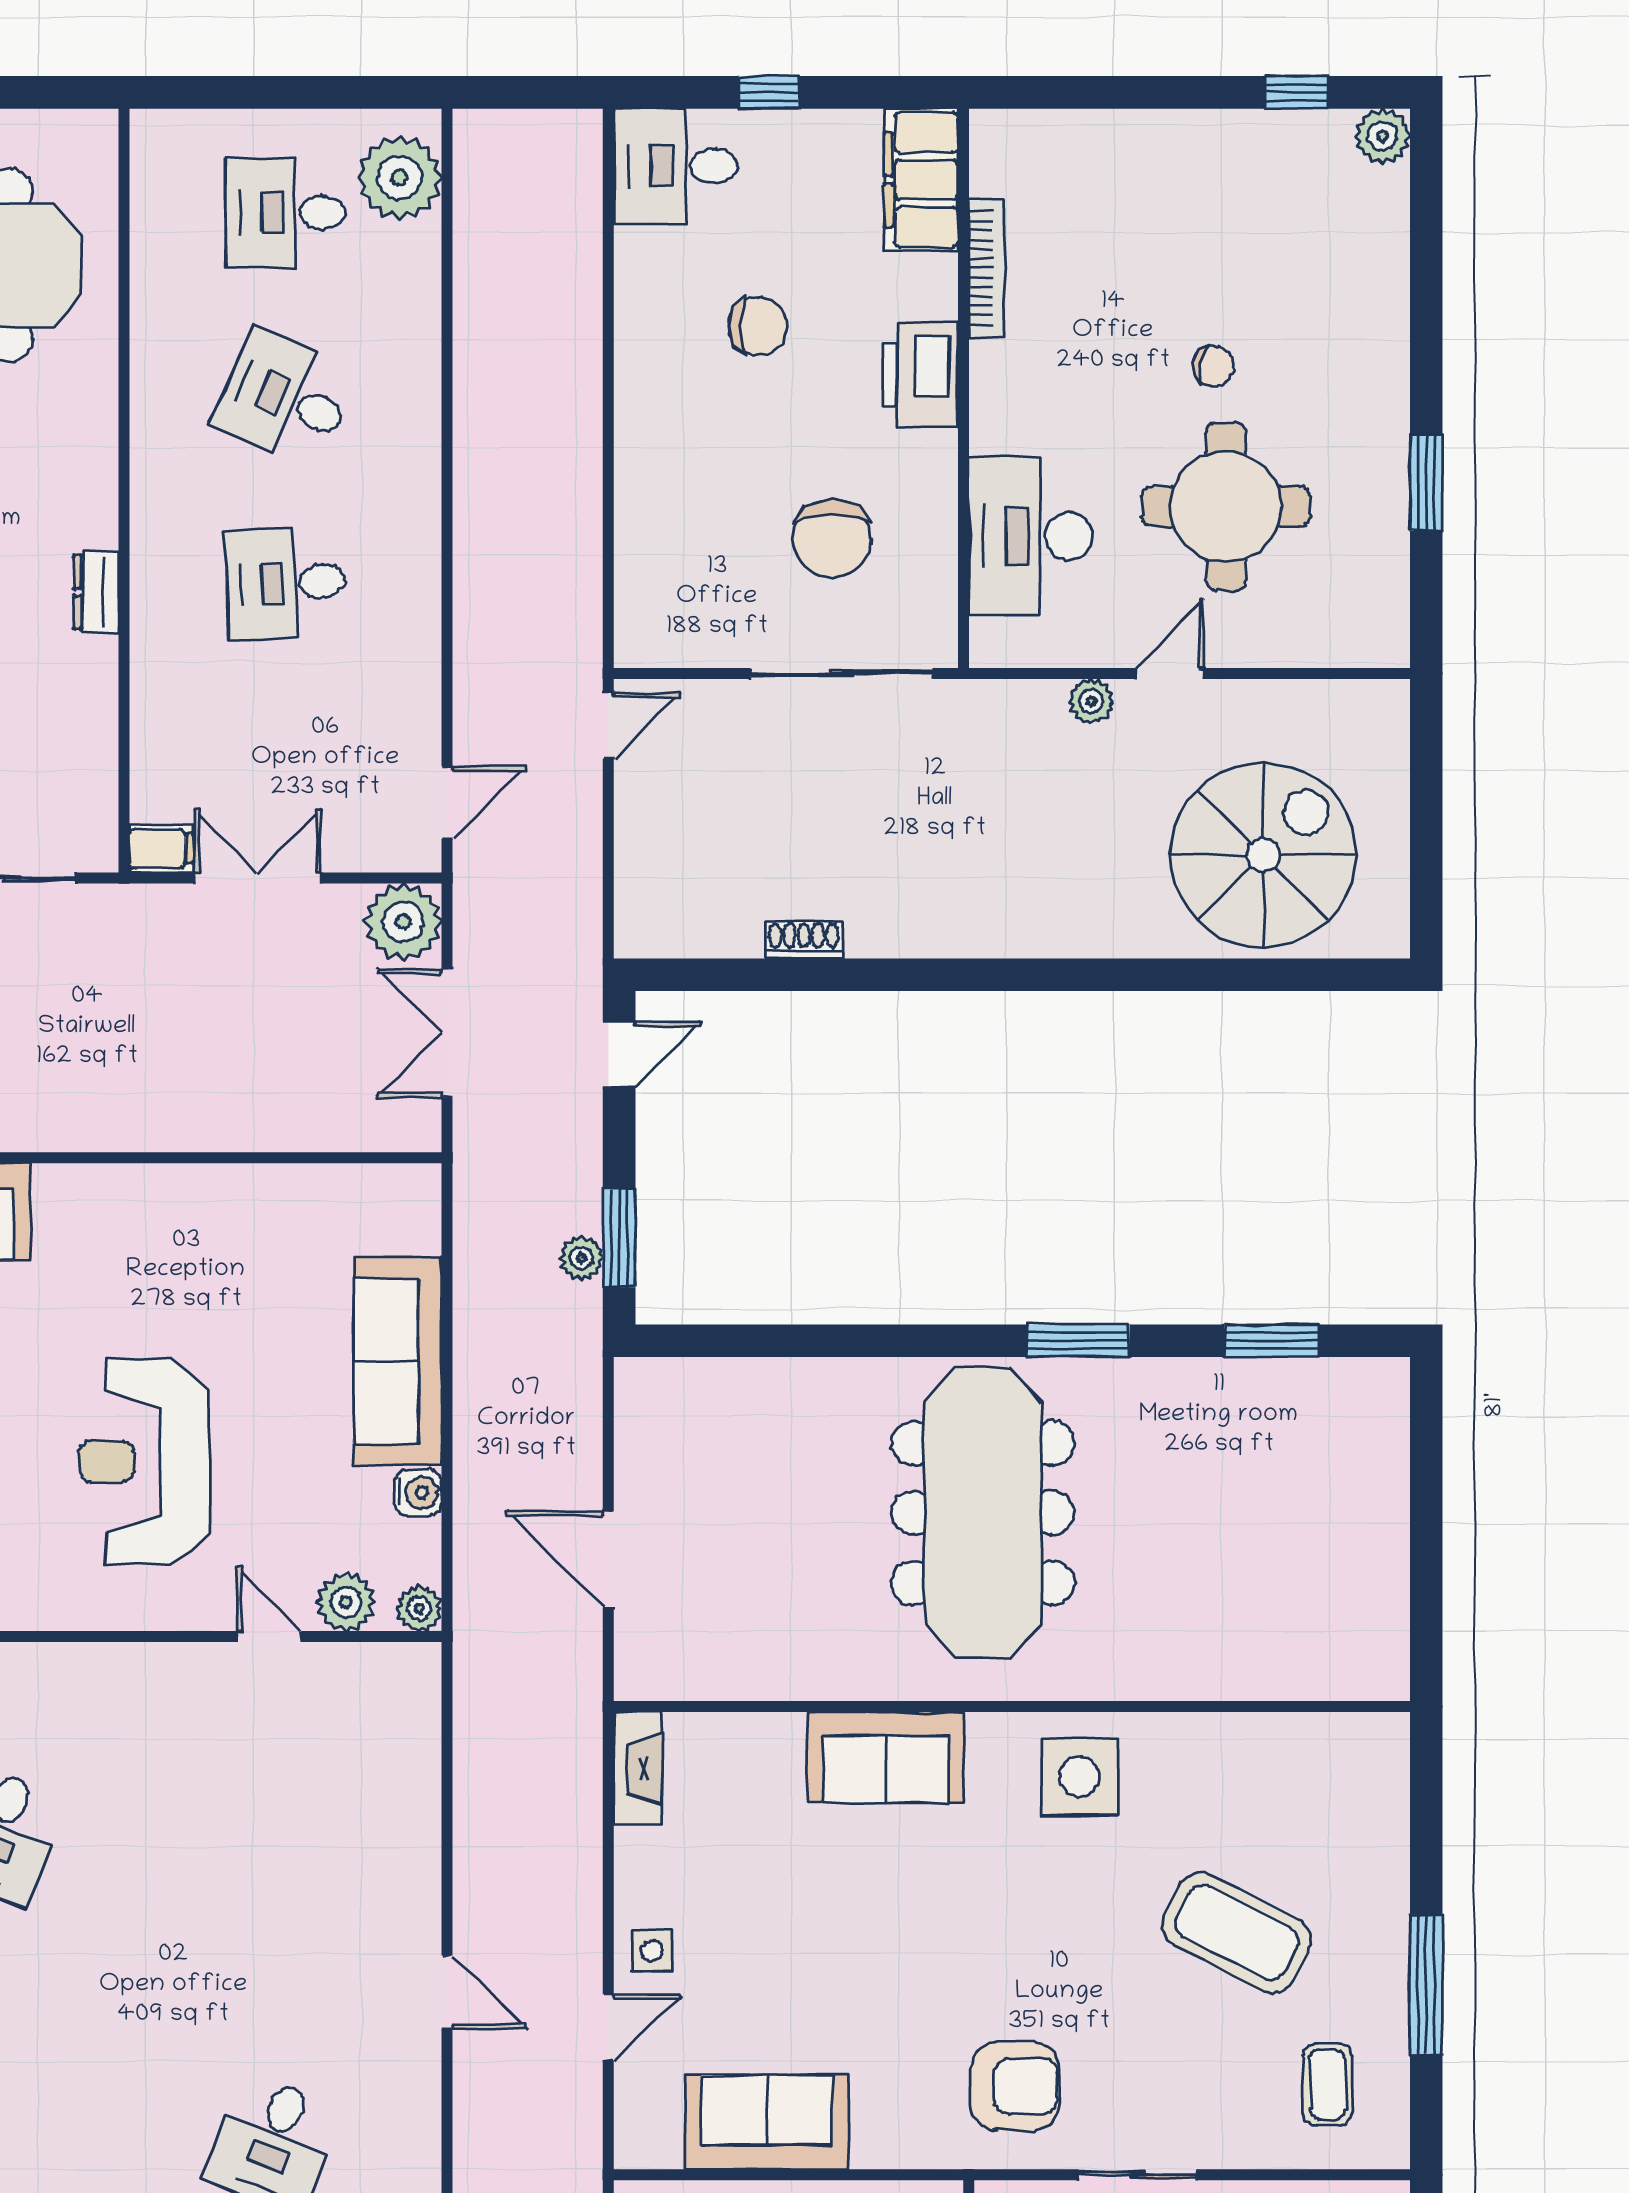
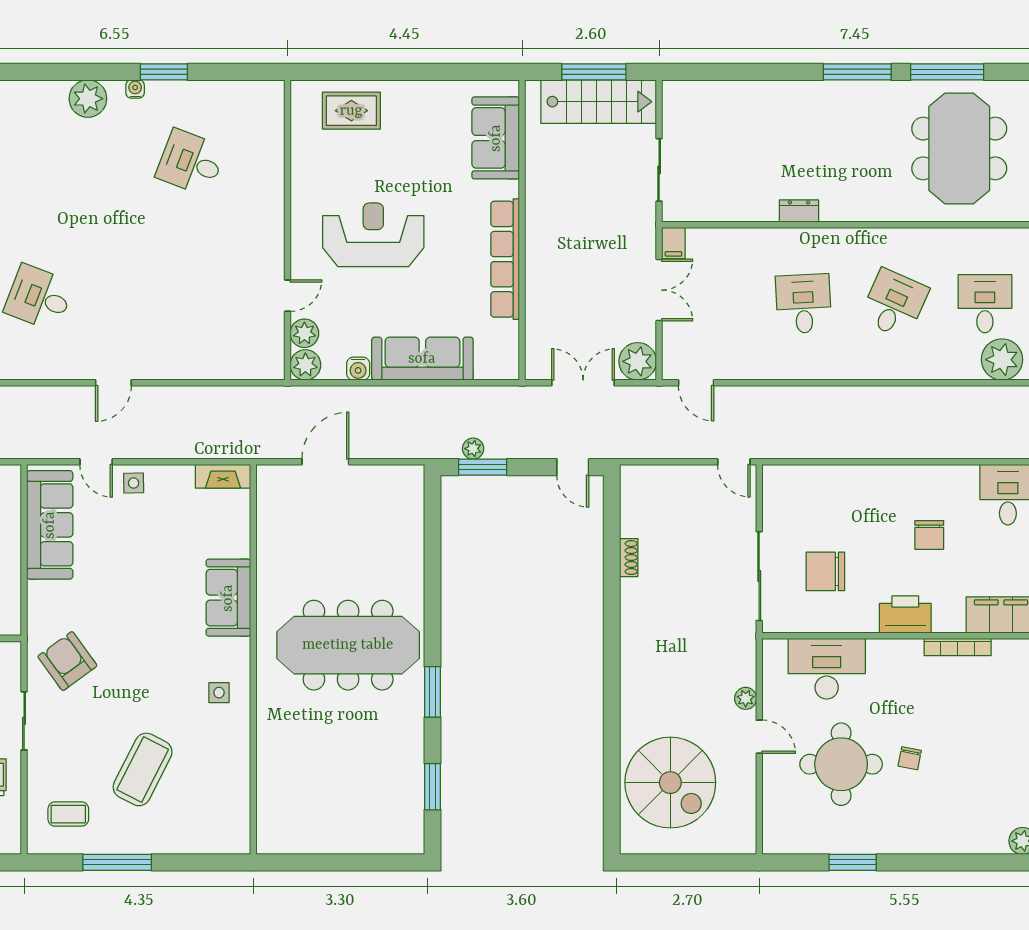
row of seats: (194, 1192) -> (505, 259), added
plant: (419, 1609) -> (305, 365), width x1.38, depth x1.38
side table: (1080, 1777) -> (219, 693), width x0.54, depth x0.54
armchair: (1015, 2086) -> (67, 661), turned 144
sofa: (766, 2122) -> (50, 525), width x1.36

